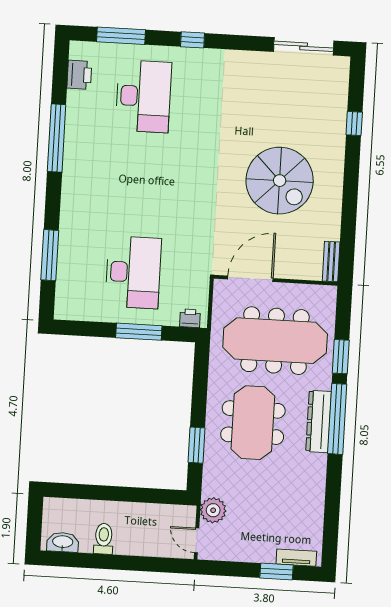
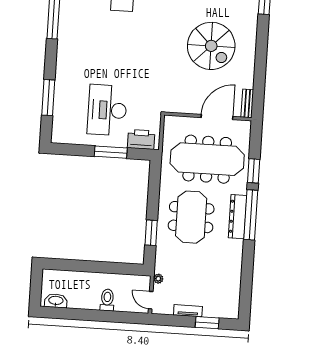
desk: (133, 272) -> (107, 110), turned 180
door: (250, 279) -> (217, 117), moved
printer: (190, 318) -> (141, 139), width x1.87, depth x1.48
plant: (213, 510) -> (158, 279), width x0.53, depth x0.53
toilet: (104, 539) -> (107, 300), moved
tv unit: (296, 558) -> (188, 311), moved

